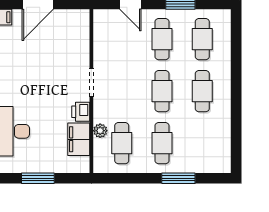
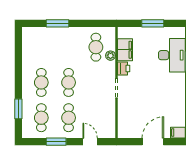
window: (236, 52) -> (18, 109), added
cafe table: (162, 143) -> (69, 47), removed

